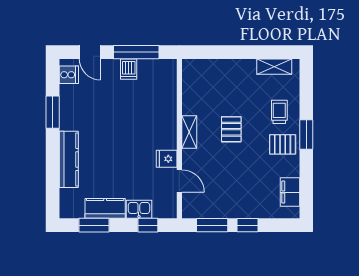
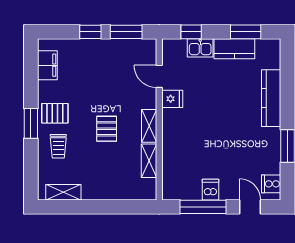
shelving: (189, 98) -> (149, 161), added

